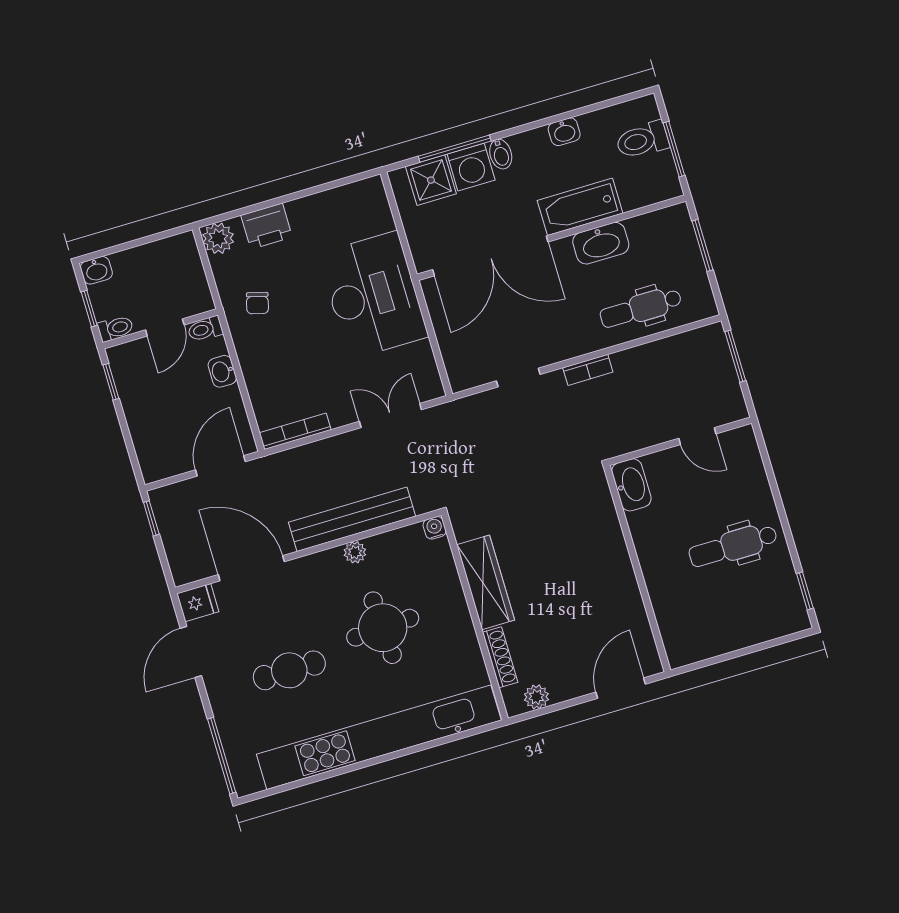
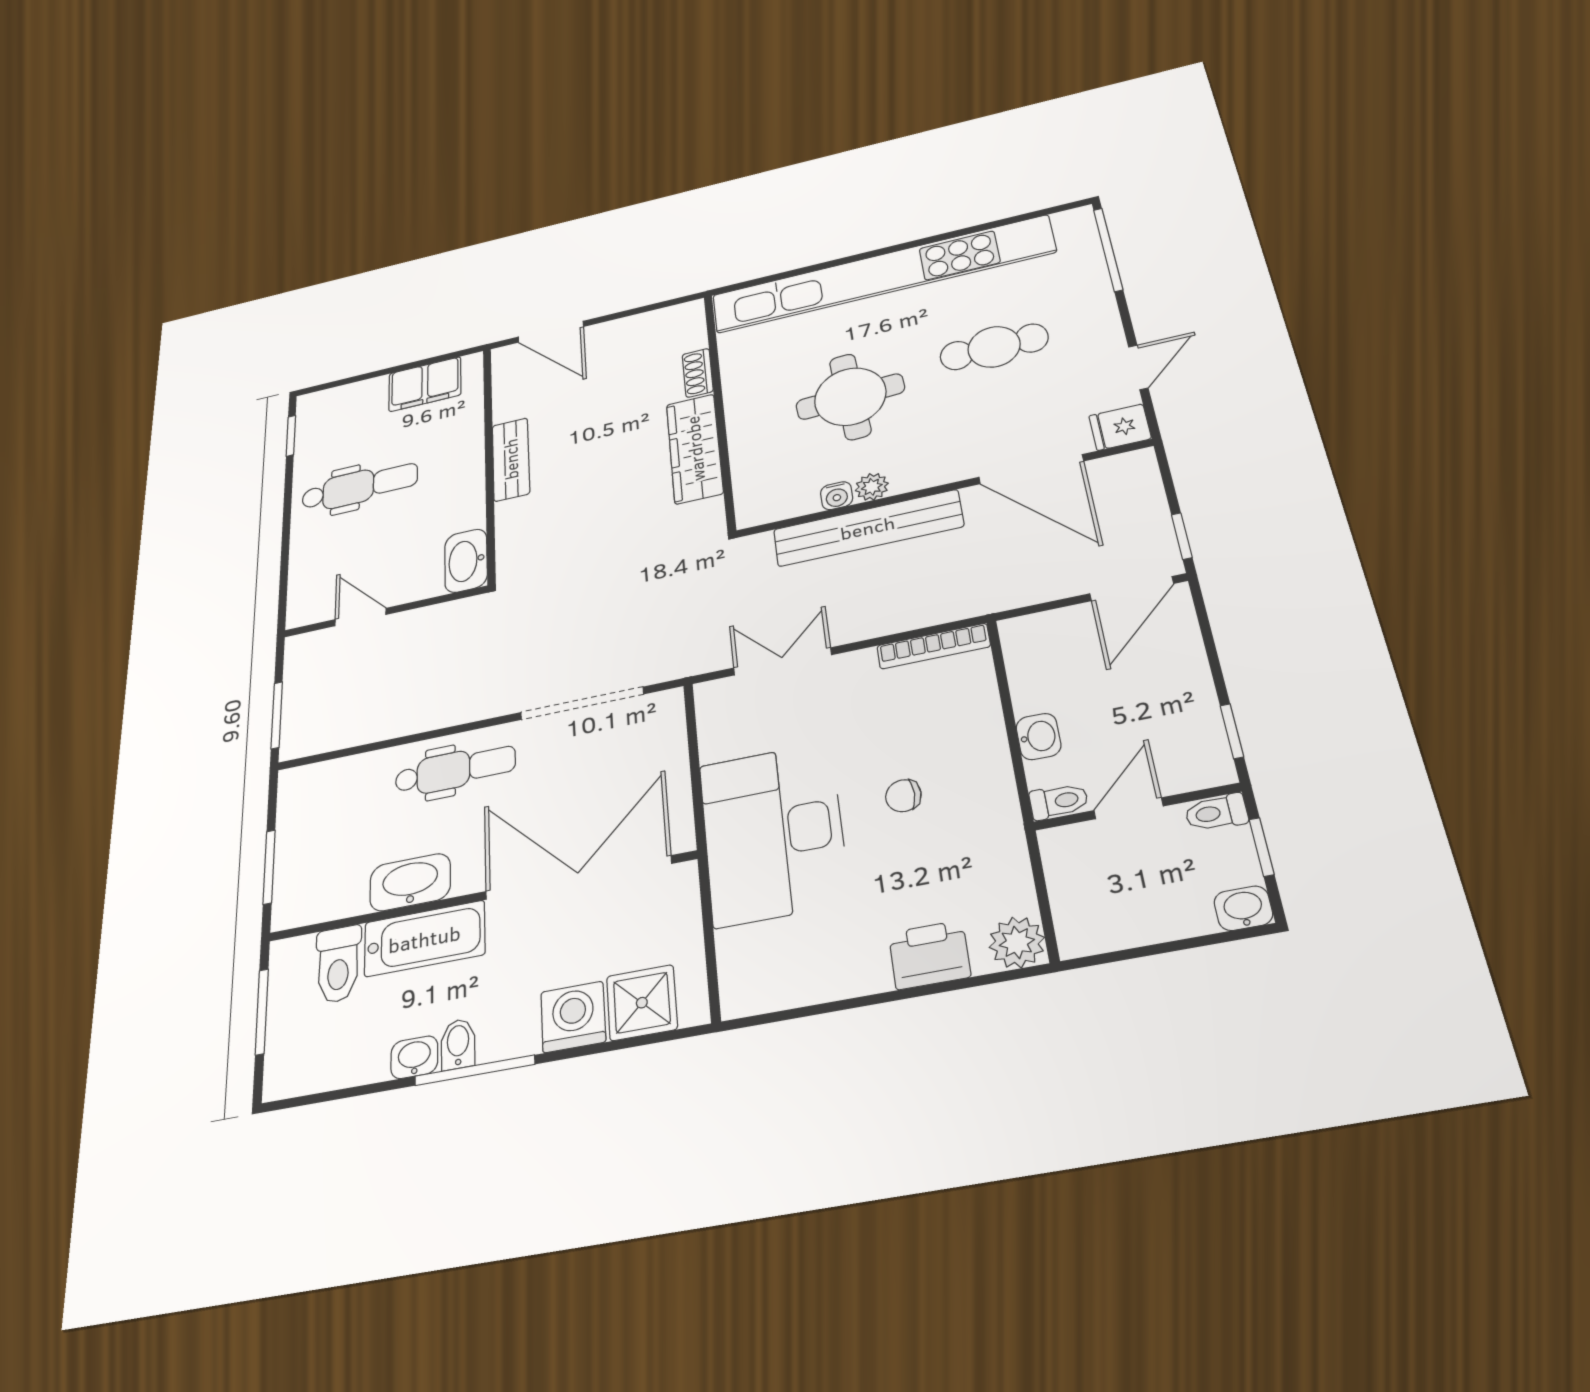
toilet: (642, 140) -> (338, 964), moved, turned 90
window: (455, 149) -> (475, 1070), moved
bidet: (501, 154) -> (458, 1044), moved
chair: (257, 303) -> (903, 796), moved, turned -105
dental chair: (641, 308) -> (455, 770), moved
bookcase: (588, 370) -> (481, 708), removed
doorway: (518, 378) -> (582, 703), width x1.87
double door: (390, 415) -> (782, 661), swing flipped
door: (220, 466) -> (1132, 589), moved
water cooler: (435, 528) -> (837, 496), moved
bench: (621, 572) -> (511, 459), added
filing cabinet: (709, 639) -> (425, 384), added
door: (191, 652) -> (1138, 367), width x0.73
shoe rack: (500, 657) -> (698, 373), width x0.70
door: (621, 688) -> (551, 332), hinge flipped
plant: (536, 697) -> (661, 321), removed

